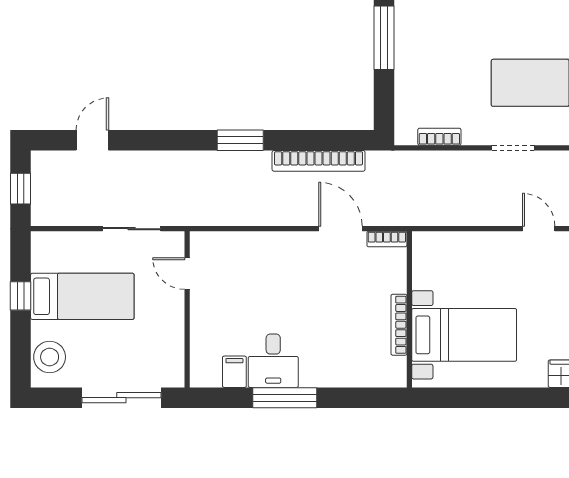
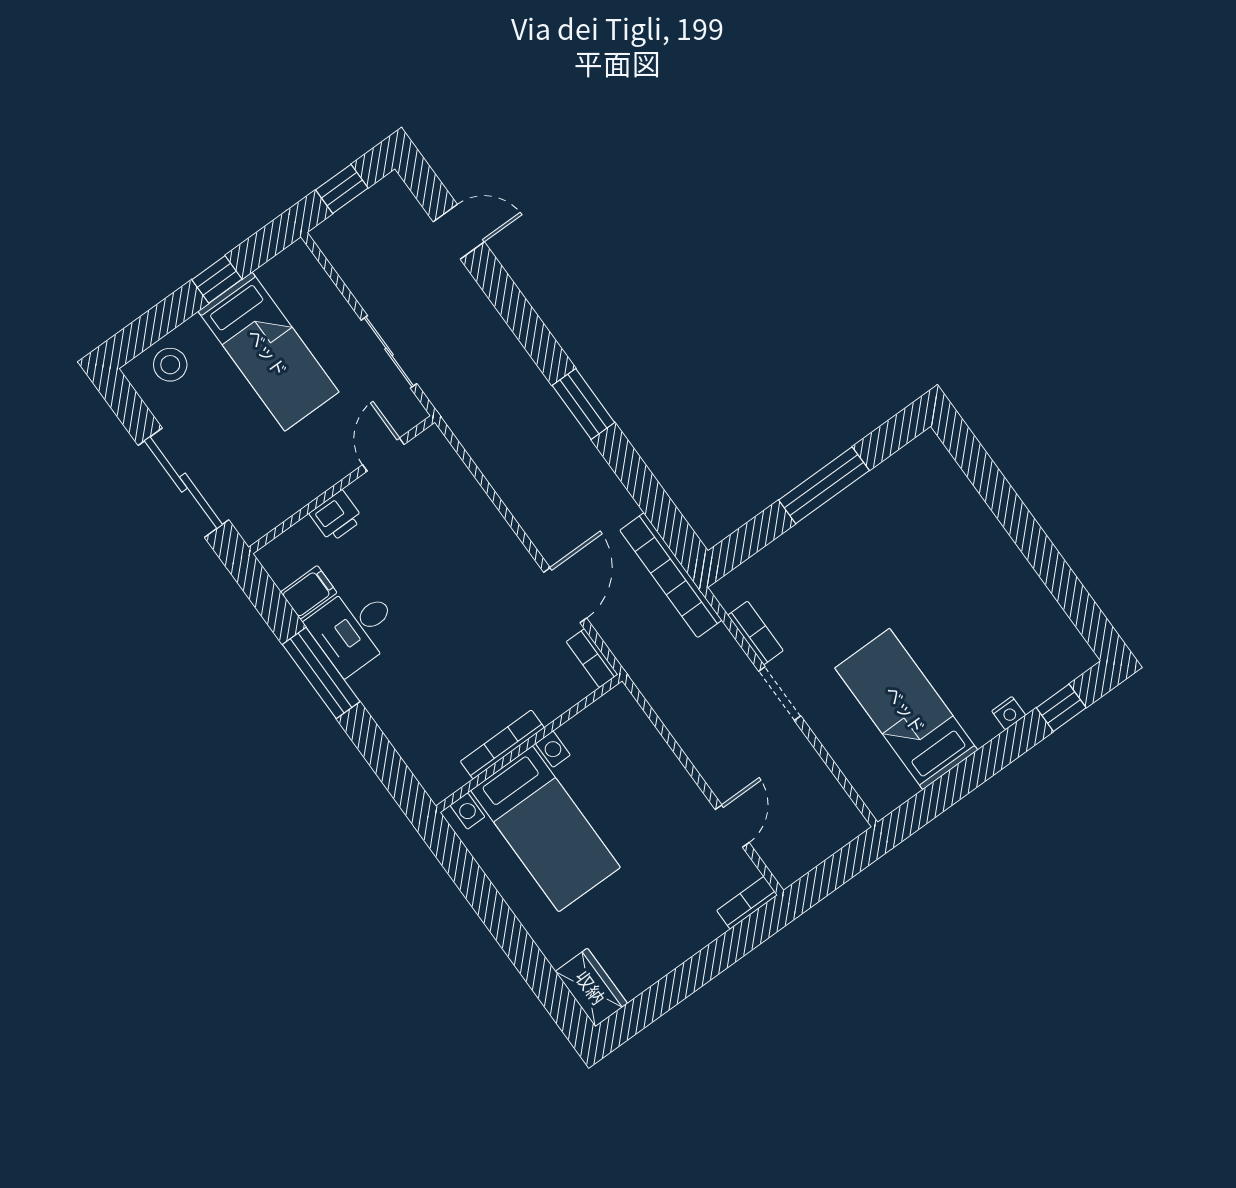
doorway: (513, 148) -> (780, 694), moved
bookcase: (319, 161) -> (671, 575), moved
printer: (203, 325) -> (336, 516), added
stool: (50, 357) -> (170, 365), width x0.73, depth x0.73

